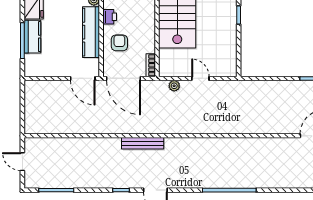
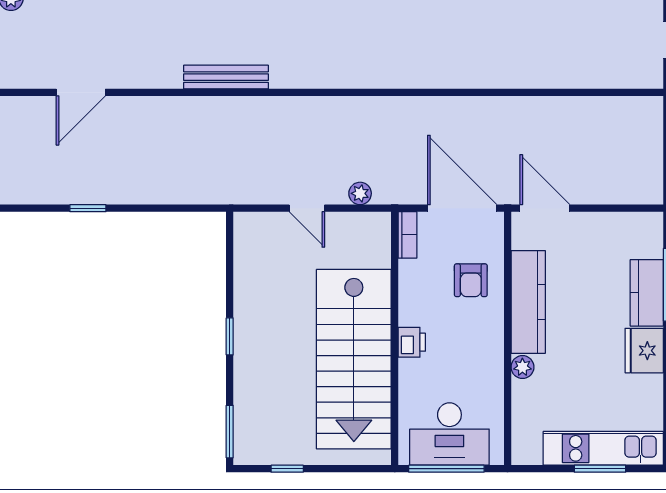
printer: (110, 17) -> (412, 342), moved, turned 180
bench: (143, 143) -> (226, 77), moved

